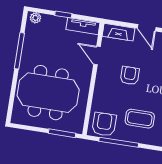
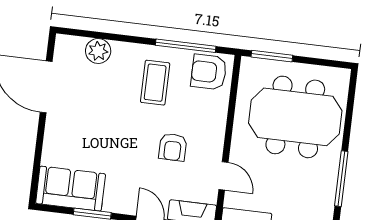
coffee table: (140, 119) -> (155, 83), turned 90
armchair: (104, 124) -> (209, 72), turned 90

